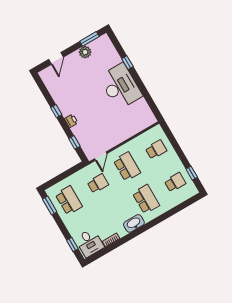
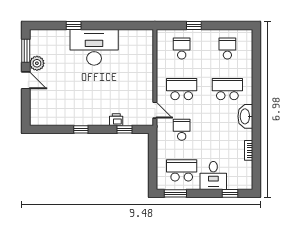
door: (56, 58) -> (26, 80), moved
printer: (71, 121) -> (116, 120), moved
window: (192, 173) -> (194, 25), moved
desk: (90, 243) -> (213, 175), moved, turned 90

